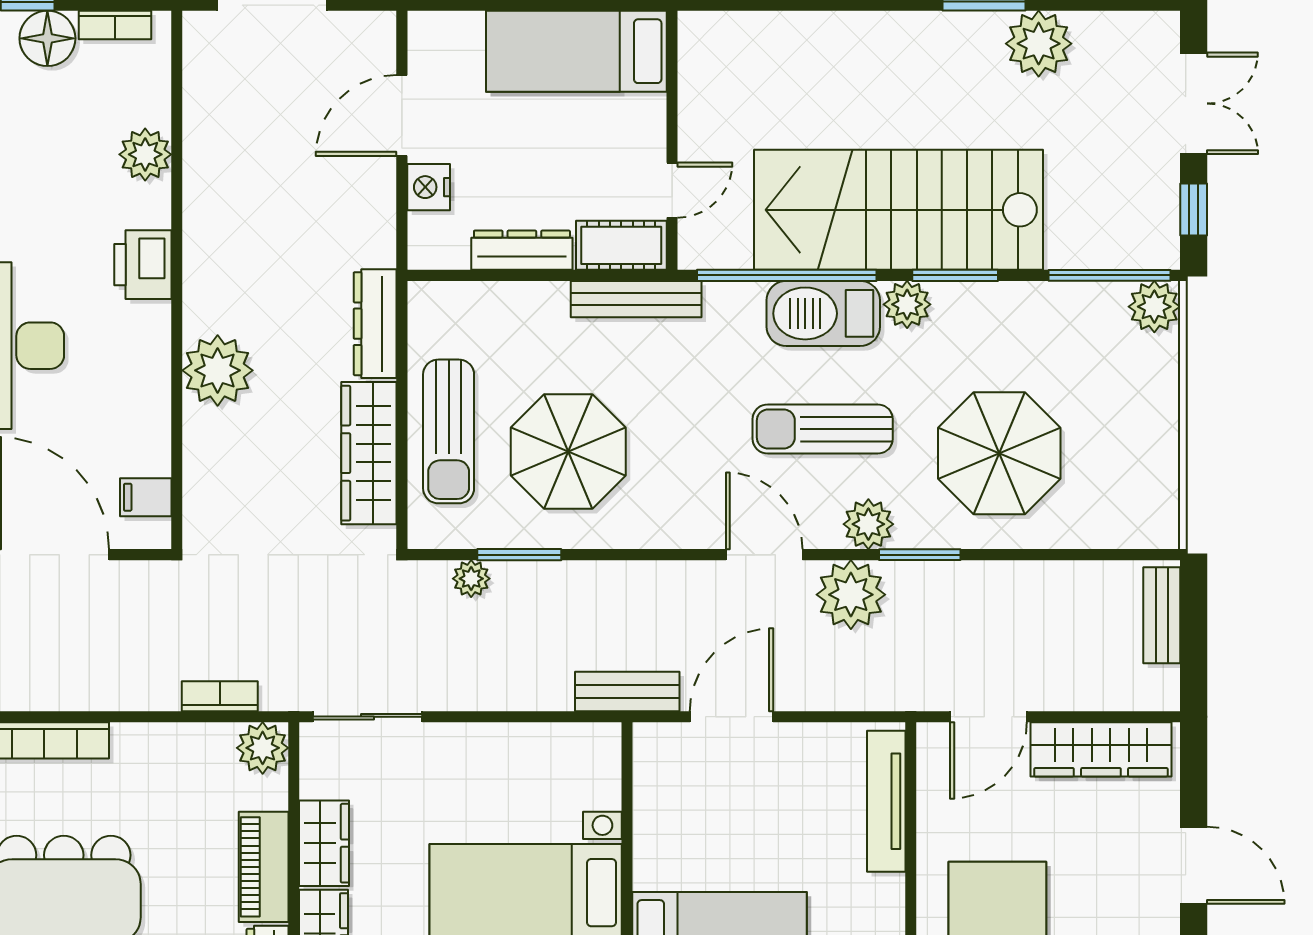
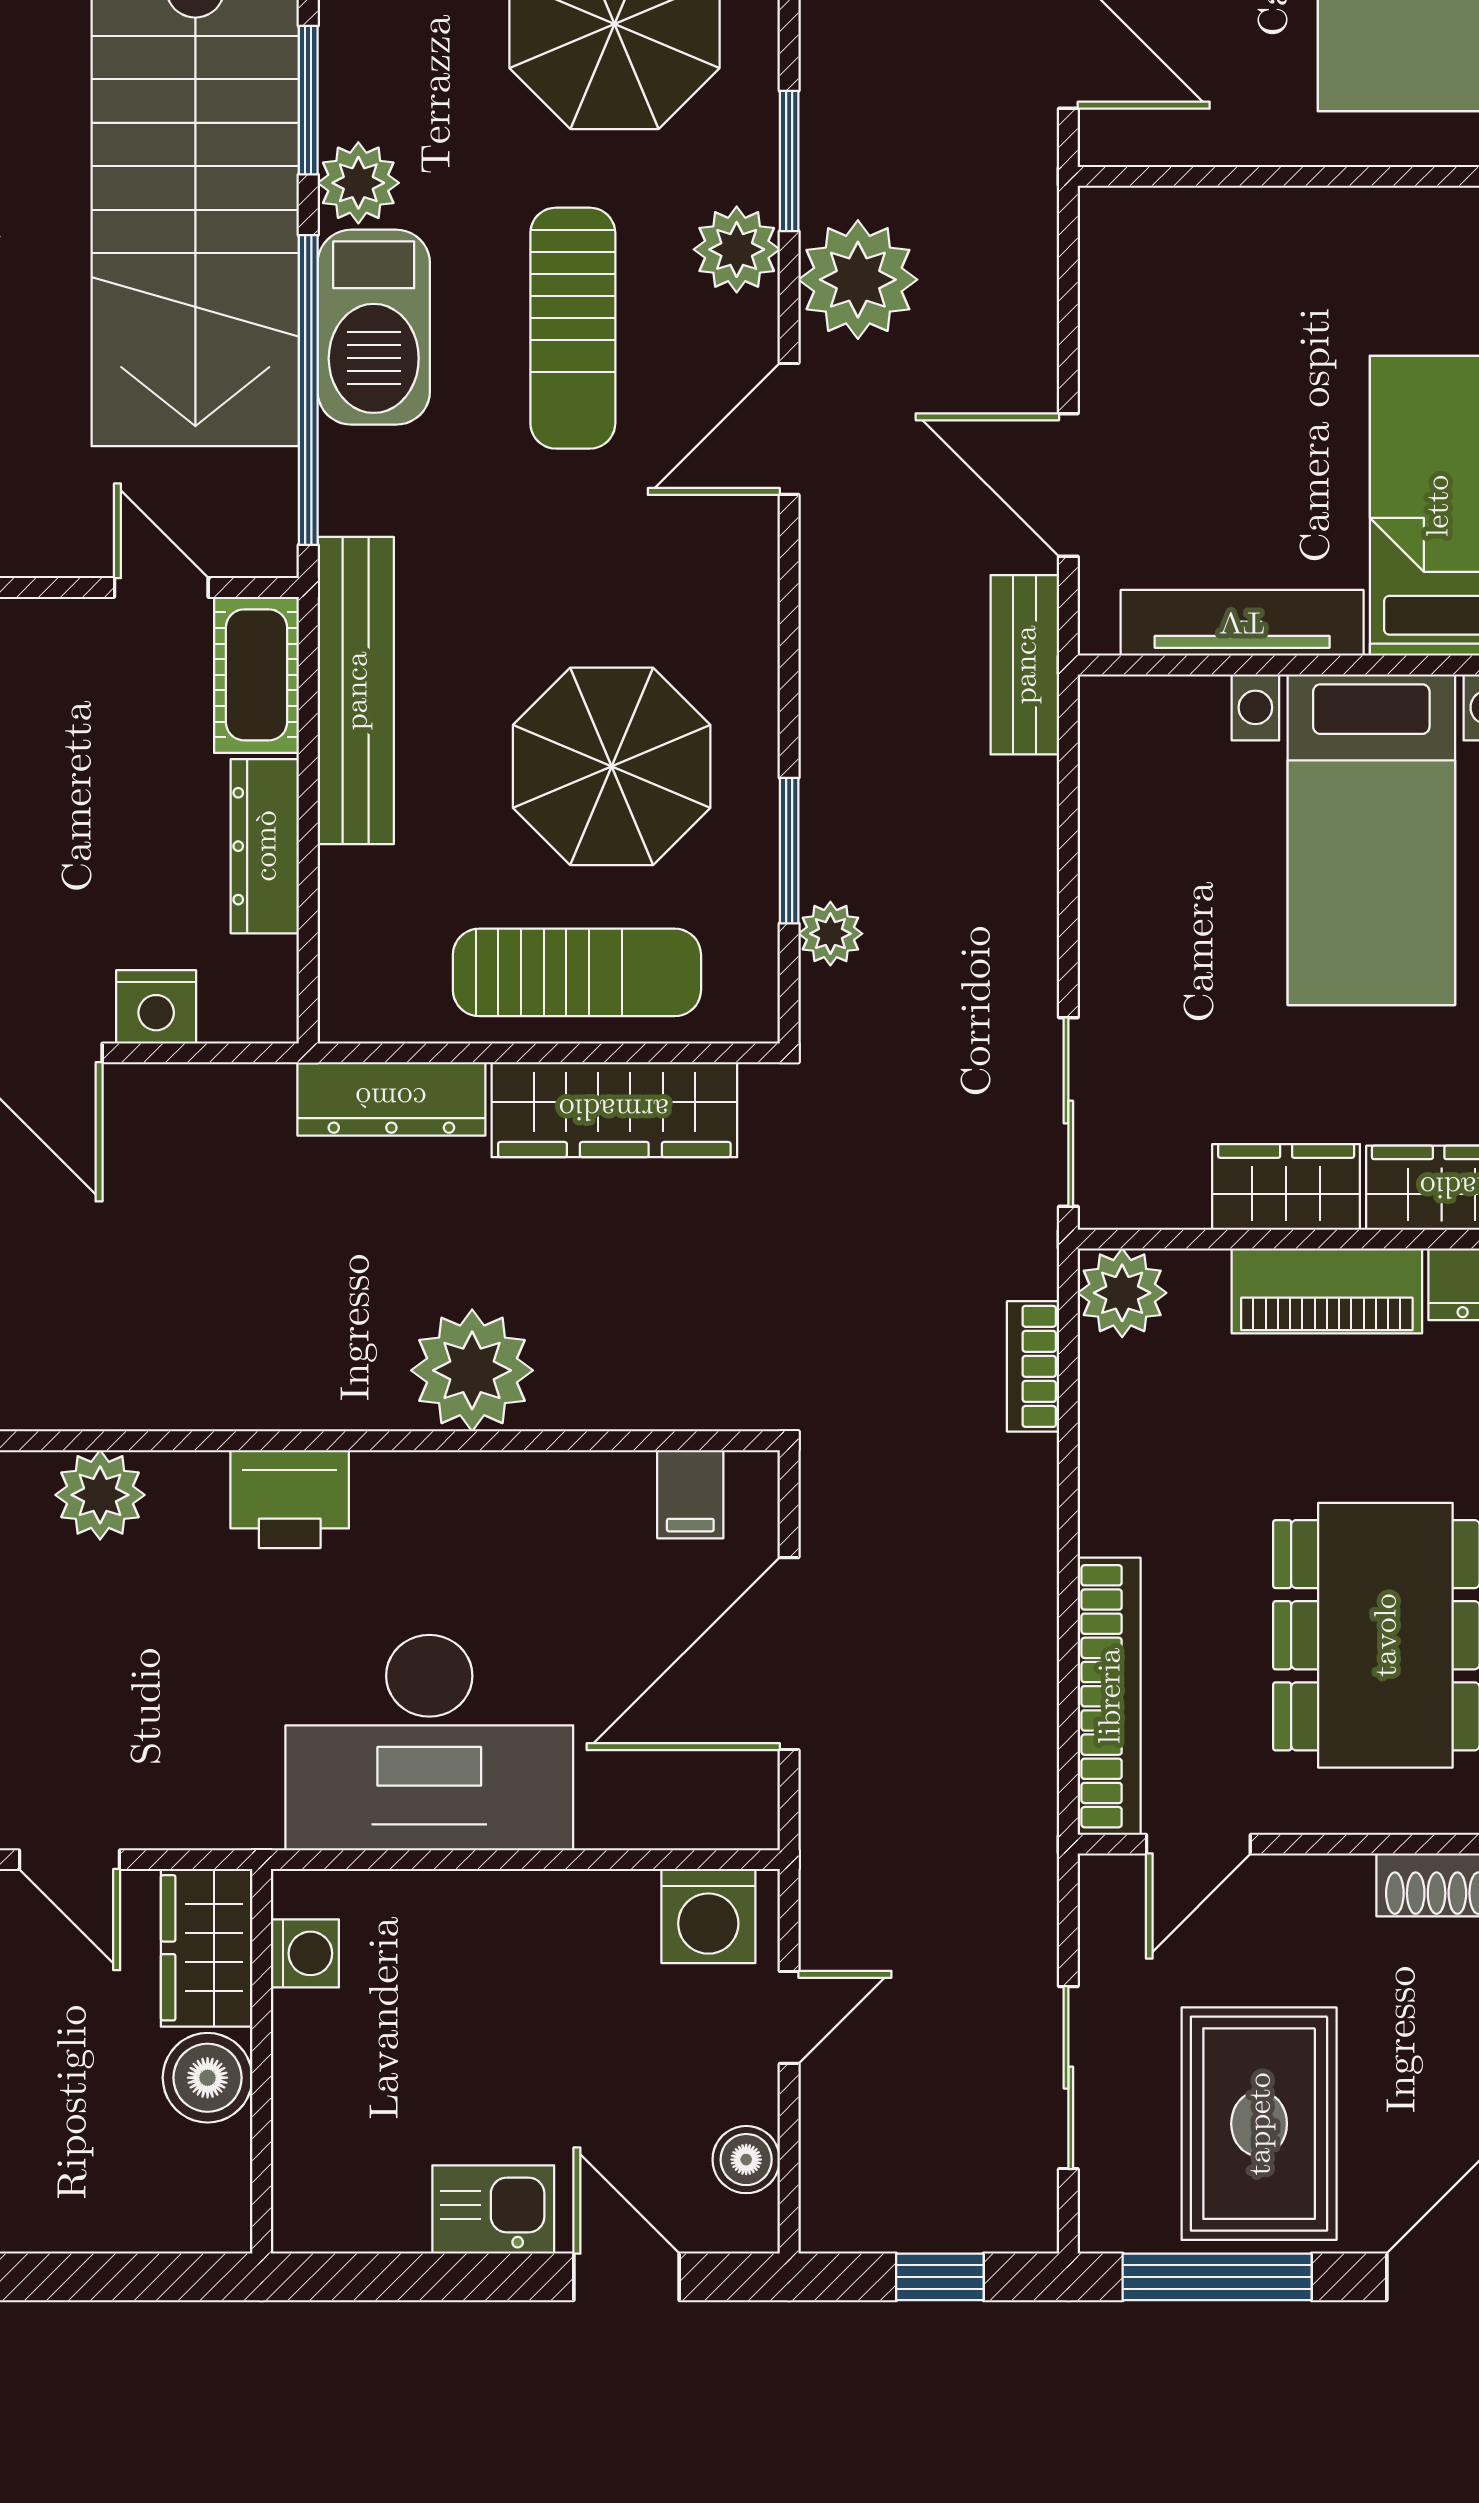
bench: (636, 299) -> (356, 691), width x1.37, depth x1.21
tv unit: (886, 801) -> (1242, 623), moved, turned 180

